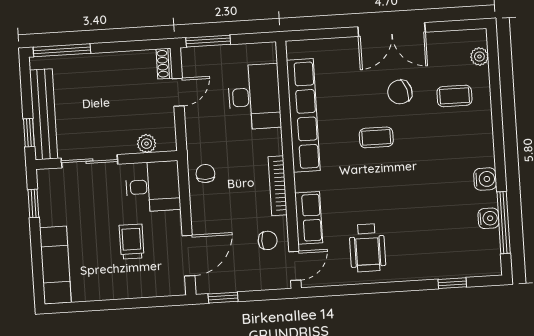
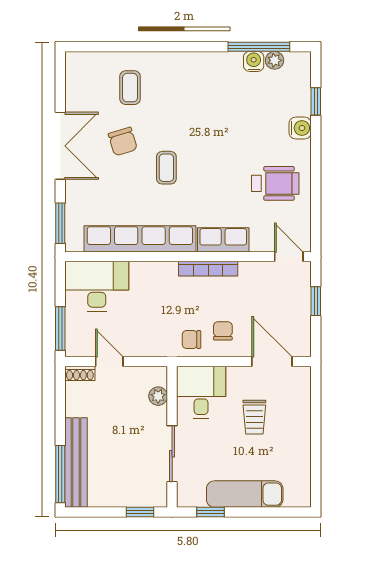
window: (314, 34) -> (60, 223), added
plant: (479, 57) -> (275, 60), moved
desk: (254, 97) -> (97, 286), moved
bench: (44, 114) -> (76, 463), moved, turned 90
water cooler: (485, 179) -> (300, 128), moved, turned 90
row of seats: (309, 218) -> (223, 240), moved
chair: (268, 240) -> (223, 331), moved
trolley: (132, 242) -> (254, 417), turned -90
exam couch: (55, 265) -> (245, 494), moved
window: (223, 298) -> (316, 301), moved

